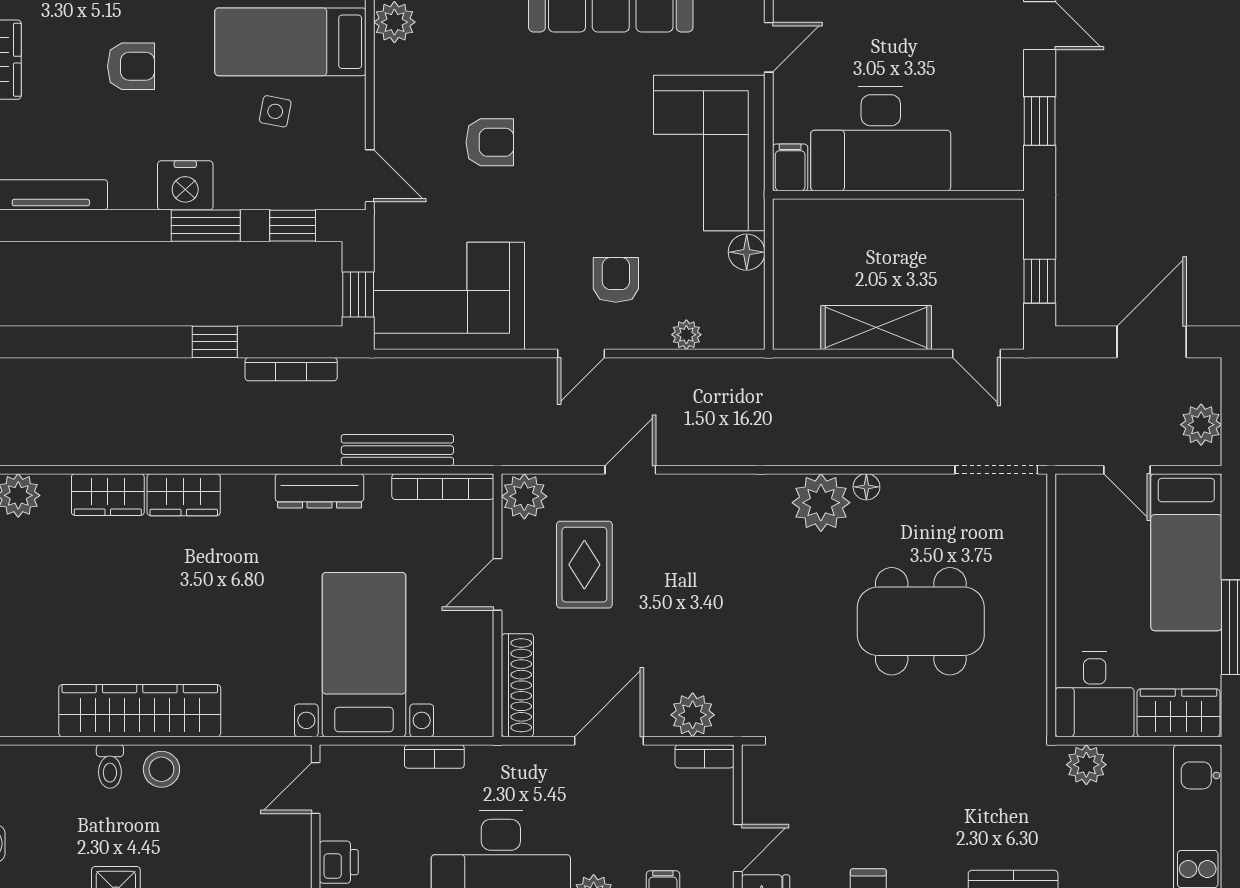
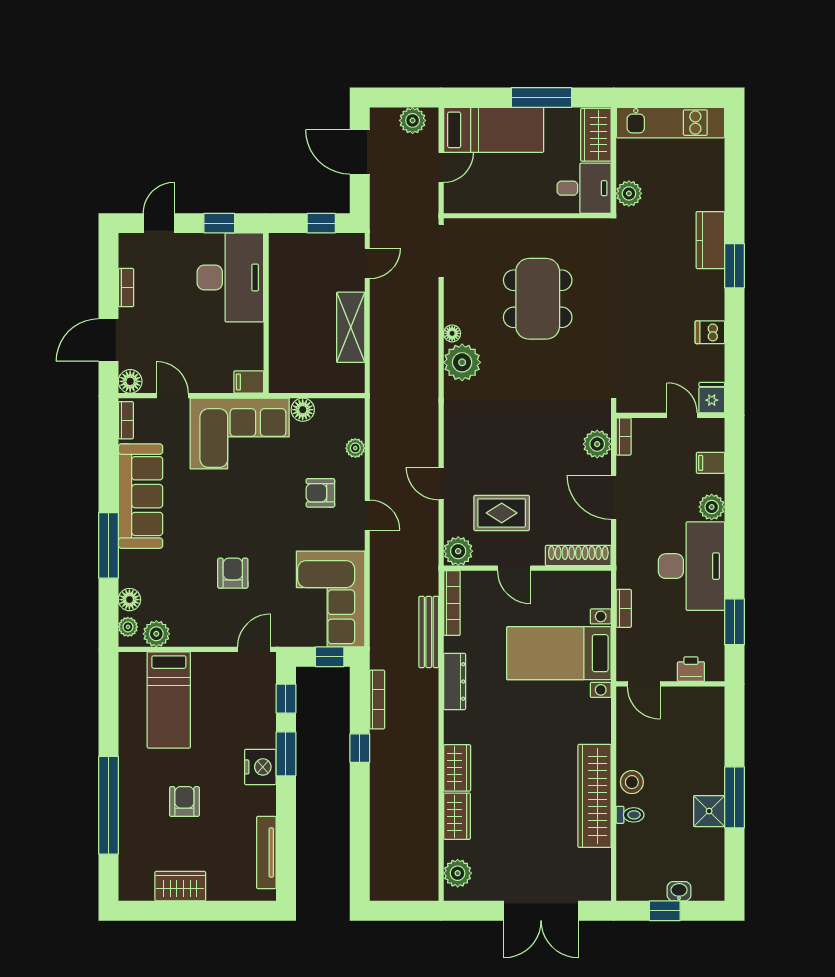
side table: (275, 111) -> (213, 710), removed
desk: (881, 139) -> (230, 277), moved

